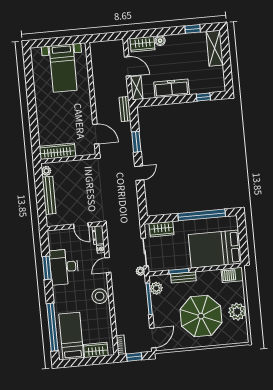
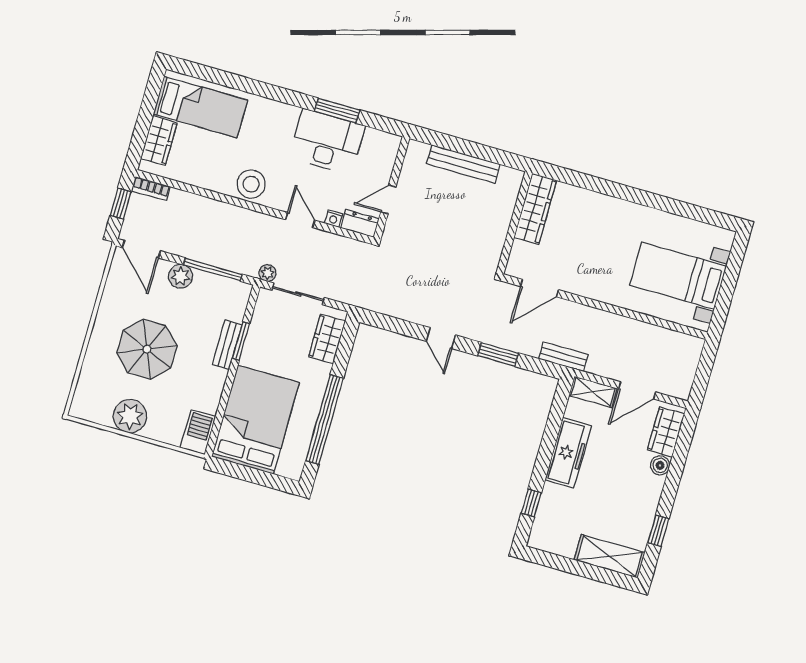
plant: (46, 171) -> (508, 176), removed
plant: (156, 288) -> (181, 276), moved
parasol: (201, 316) -> (147, 349), width x0.73, depth x0.73
window: (52, 327) -> (229, 80), removed

